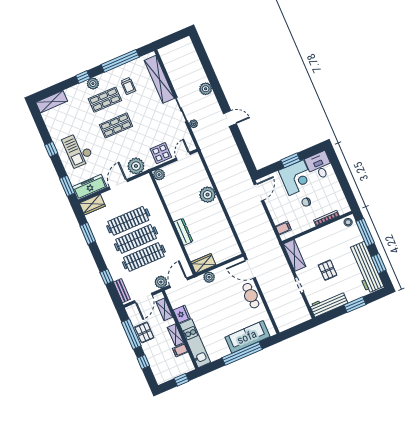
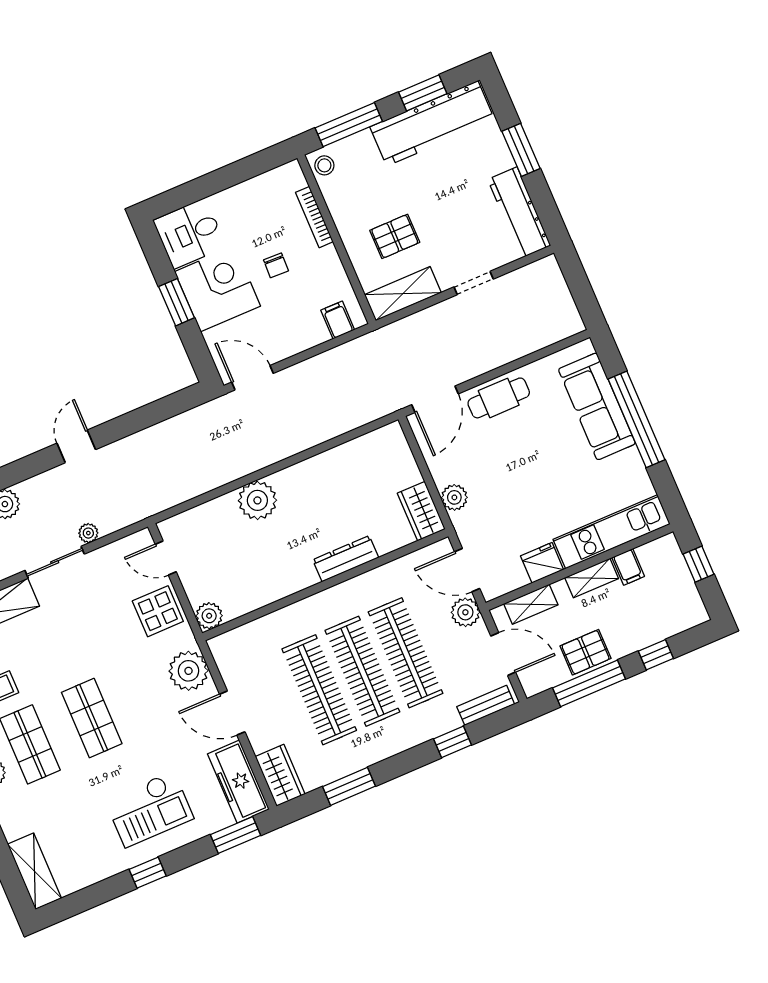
pallet: (328, 270) -> (395, 236), moved

